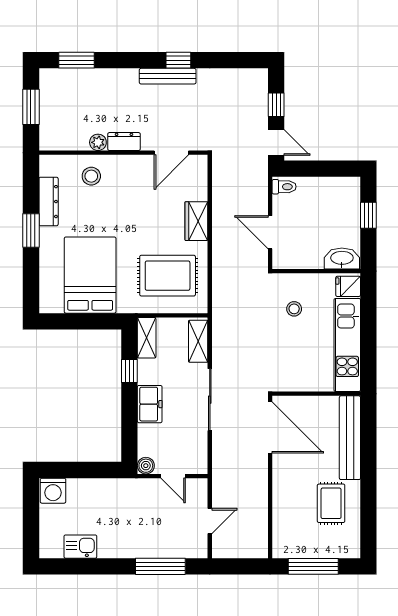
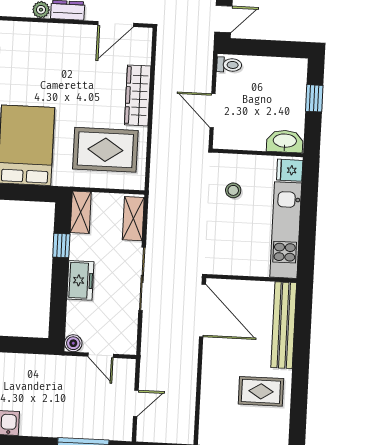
door: (276, 142) -> (223, 19), hinge flipped
stool: (91, 176) -> (32, 44), removed
wardrobe: (196, 221) -> (138, 95), width x1.50
rug: (331, 503) -> (261, 391), turned 90

